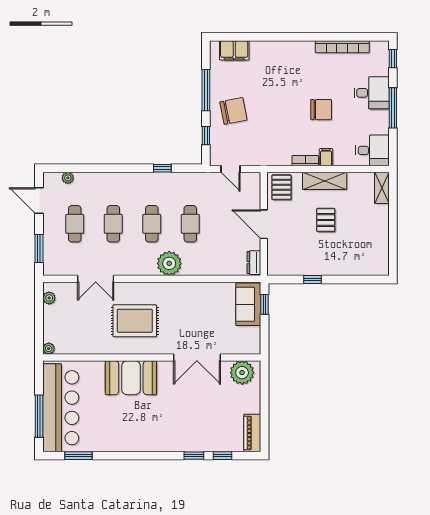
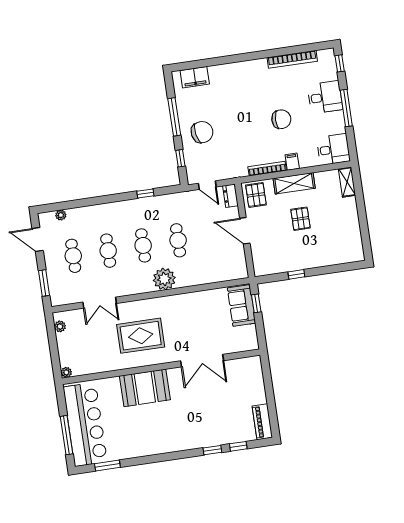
bookcase: (305, 161) -> (267, 169), width x1.56
dresser: (254, 263) -> (230, 196), moved
plant: (242, 373) -> (245, 368), removed

